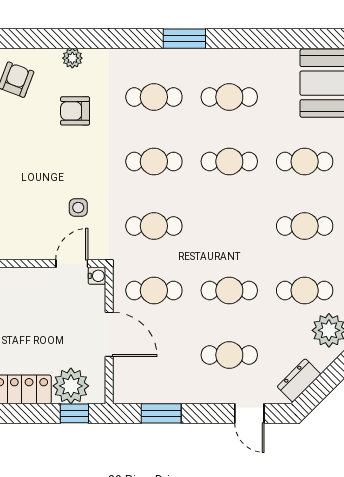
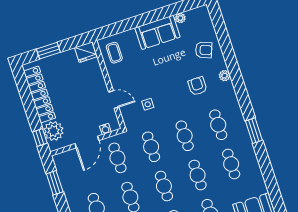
cafe table: (229, 226) -> (164, 186), added
door: (72, 264) -> (114, 100), moved
water cooler: (97, 276) -> (105, 129), moved

